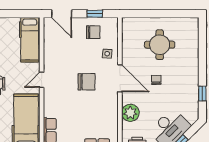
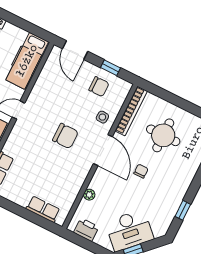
bookcase: (126, 38) -> (131, 111), added
plant: (130, 113) -> (89, 195), width x0.53, depth x0.53

